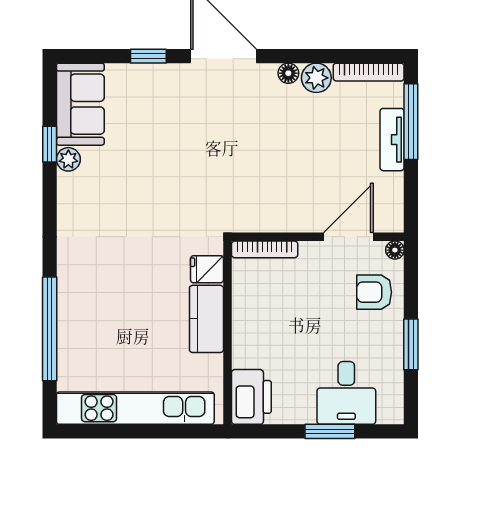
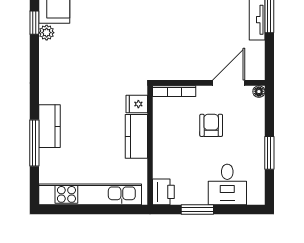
armchair: (374, 292) -> (211, 125), moved, turned 90
kitchen counter: (73, 303) -> (50, 126), added
window: (50, 329) -> (34, 143), width x0.68
printer: (251, 397) -> (163, 192), width x0.73, depth x0.84
window: (330, 431) -> (197, 209), moved

